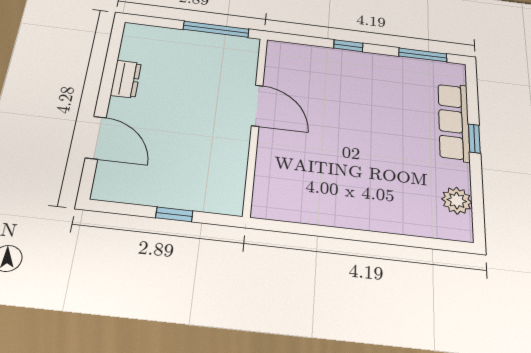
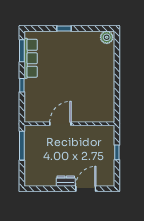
dresser: (126, 79) -> (66, 181), moved
row of seats: (454, 122) -> (31, 58), moved, turned -90
plant: (457, 201) -> (107, 37), moved

